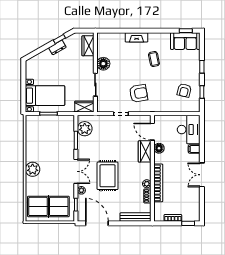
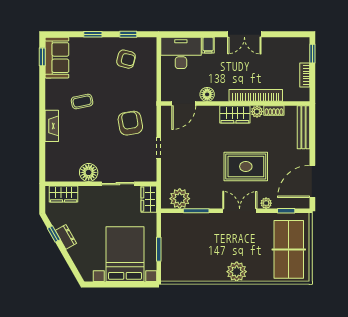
bed with nightstands: (45, 96) -> (125, 254), width x1.36
wardrobe: (145, 151) -> (235, 114), moved

